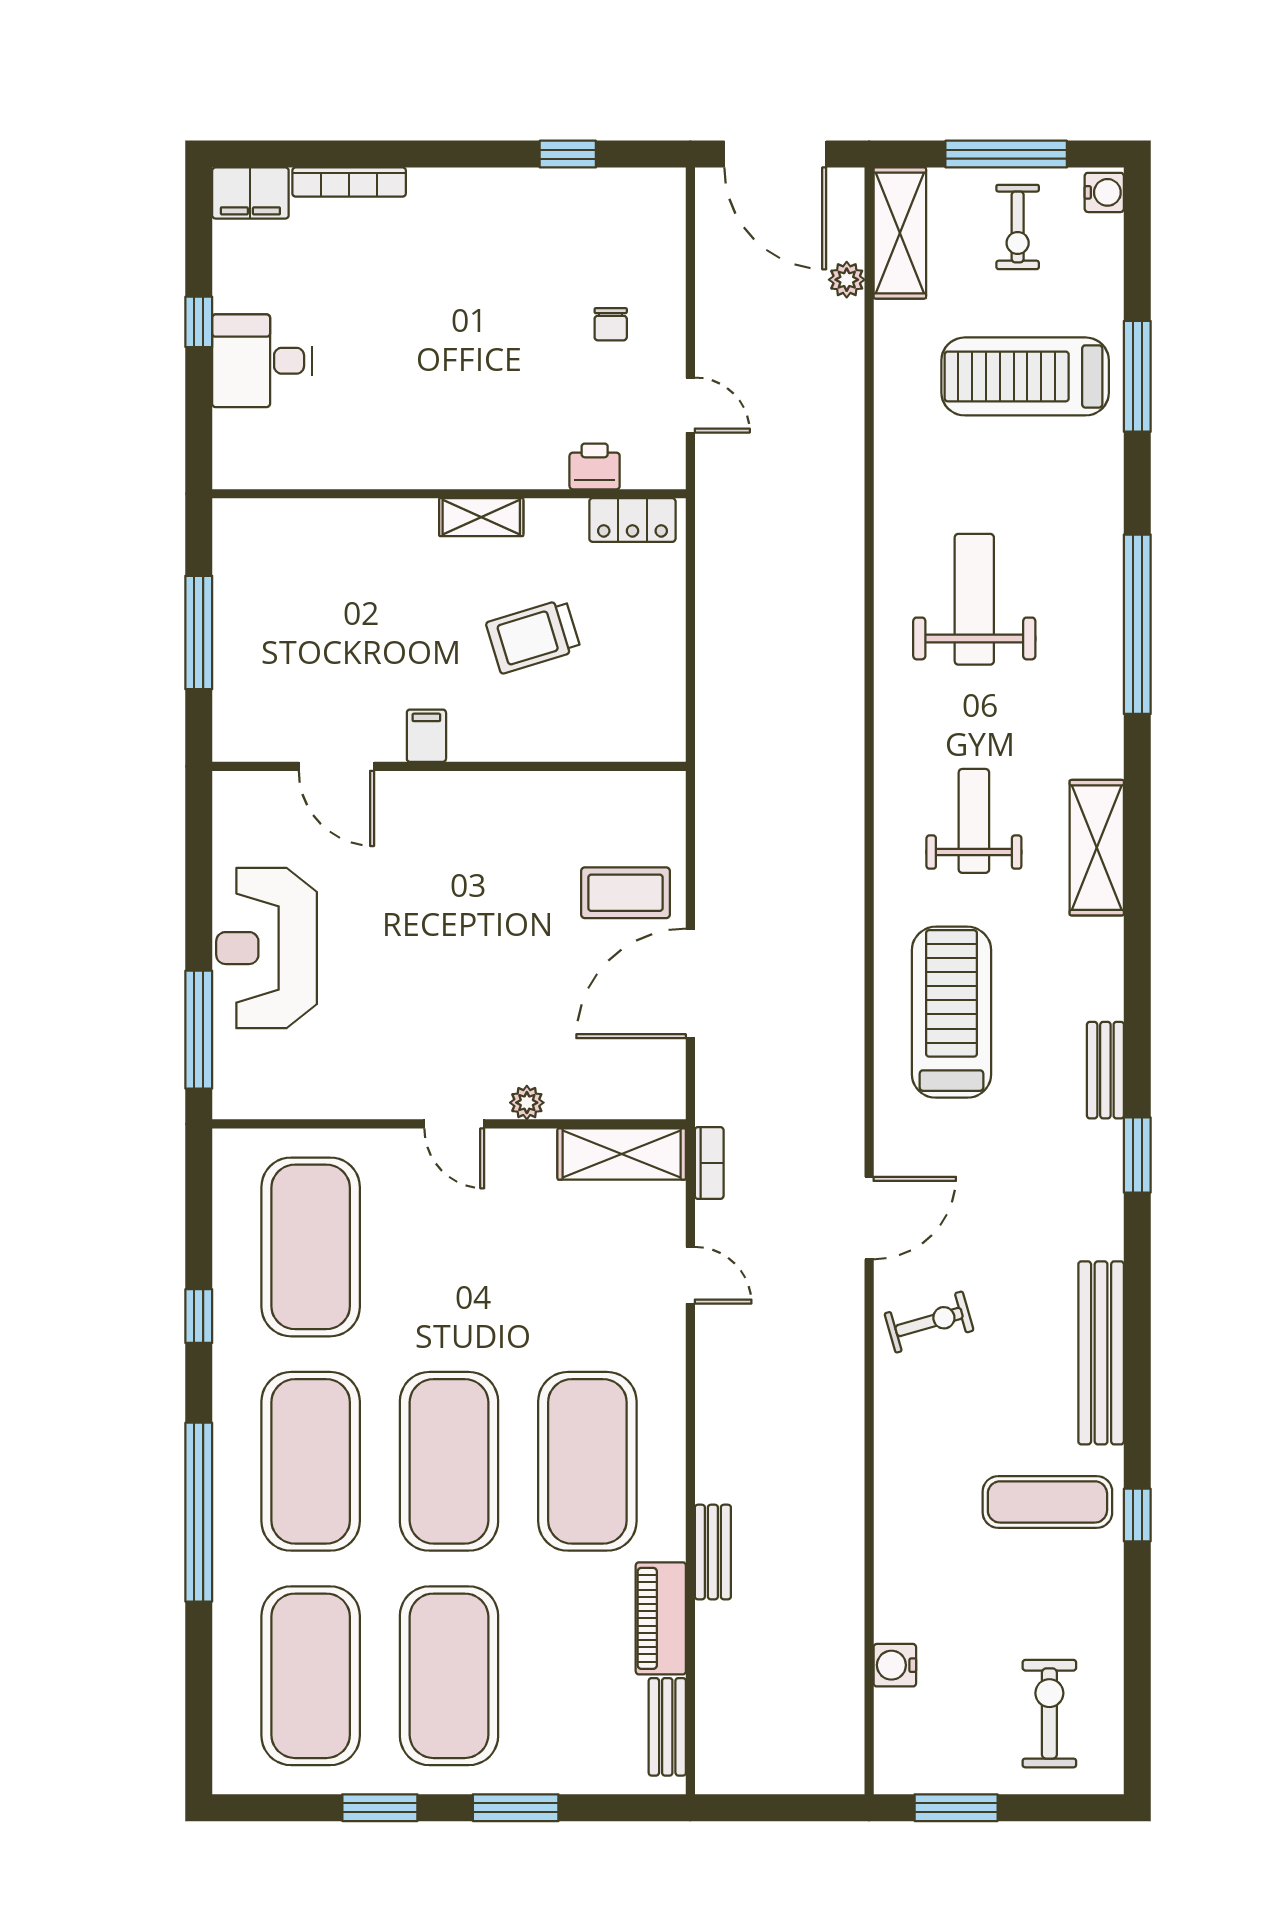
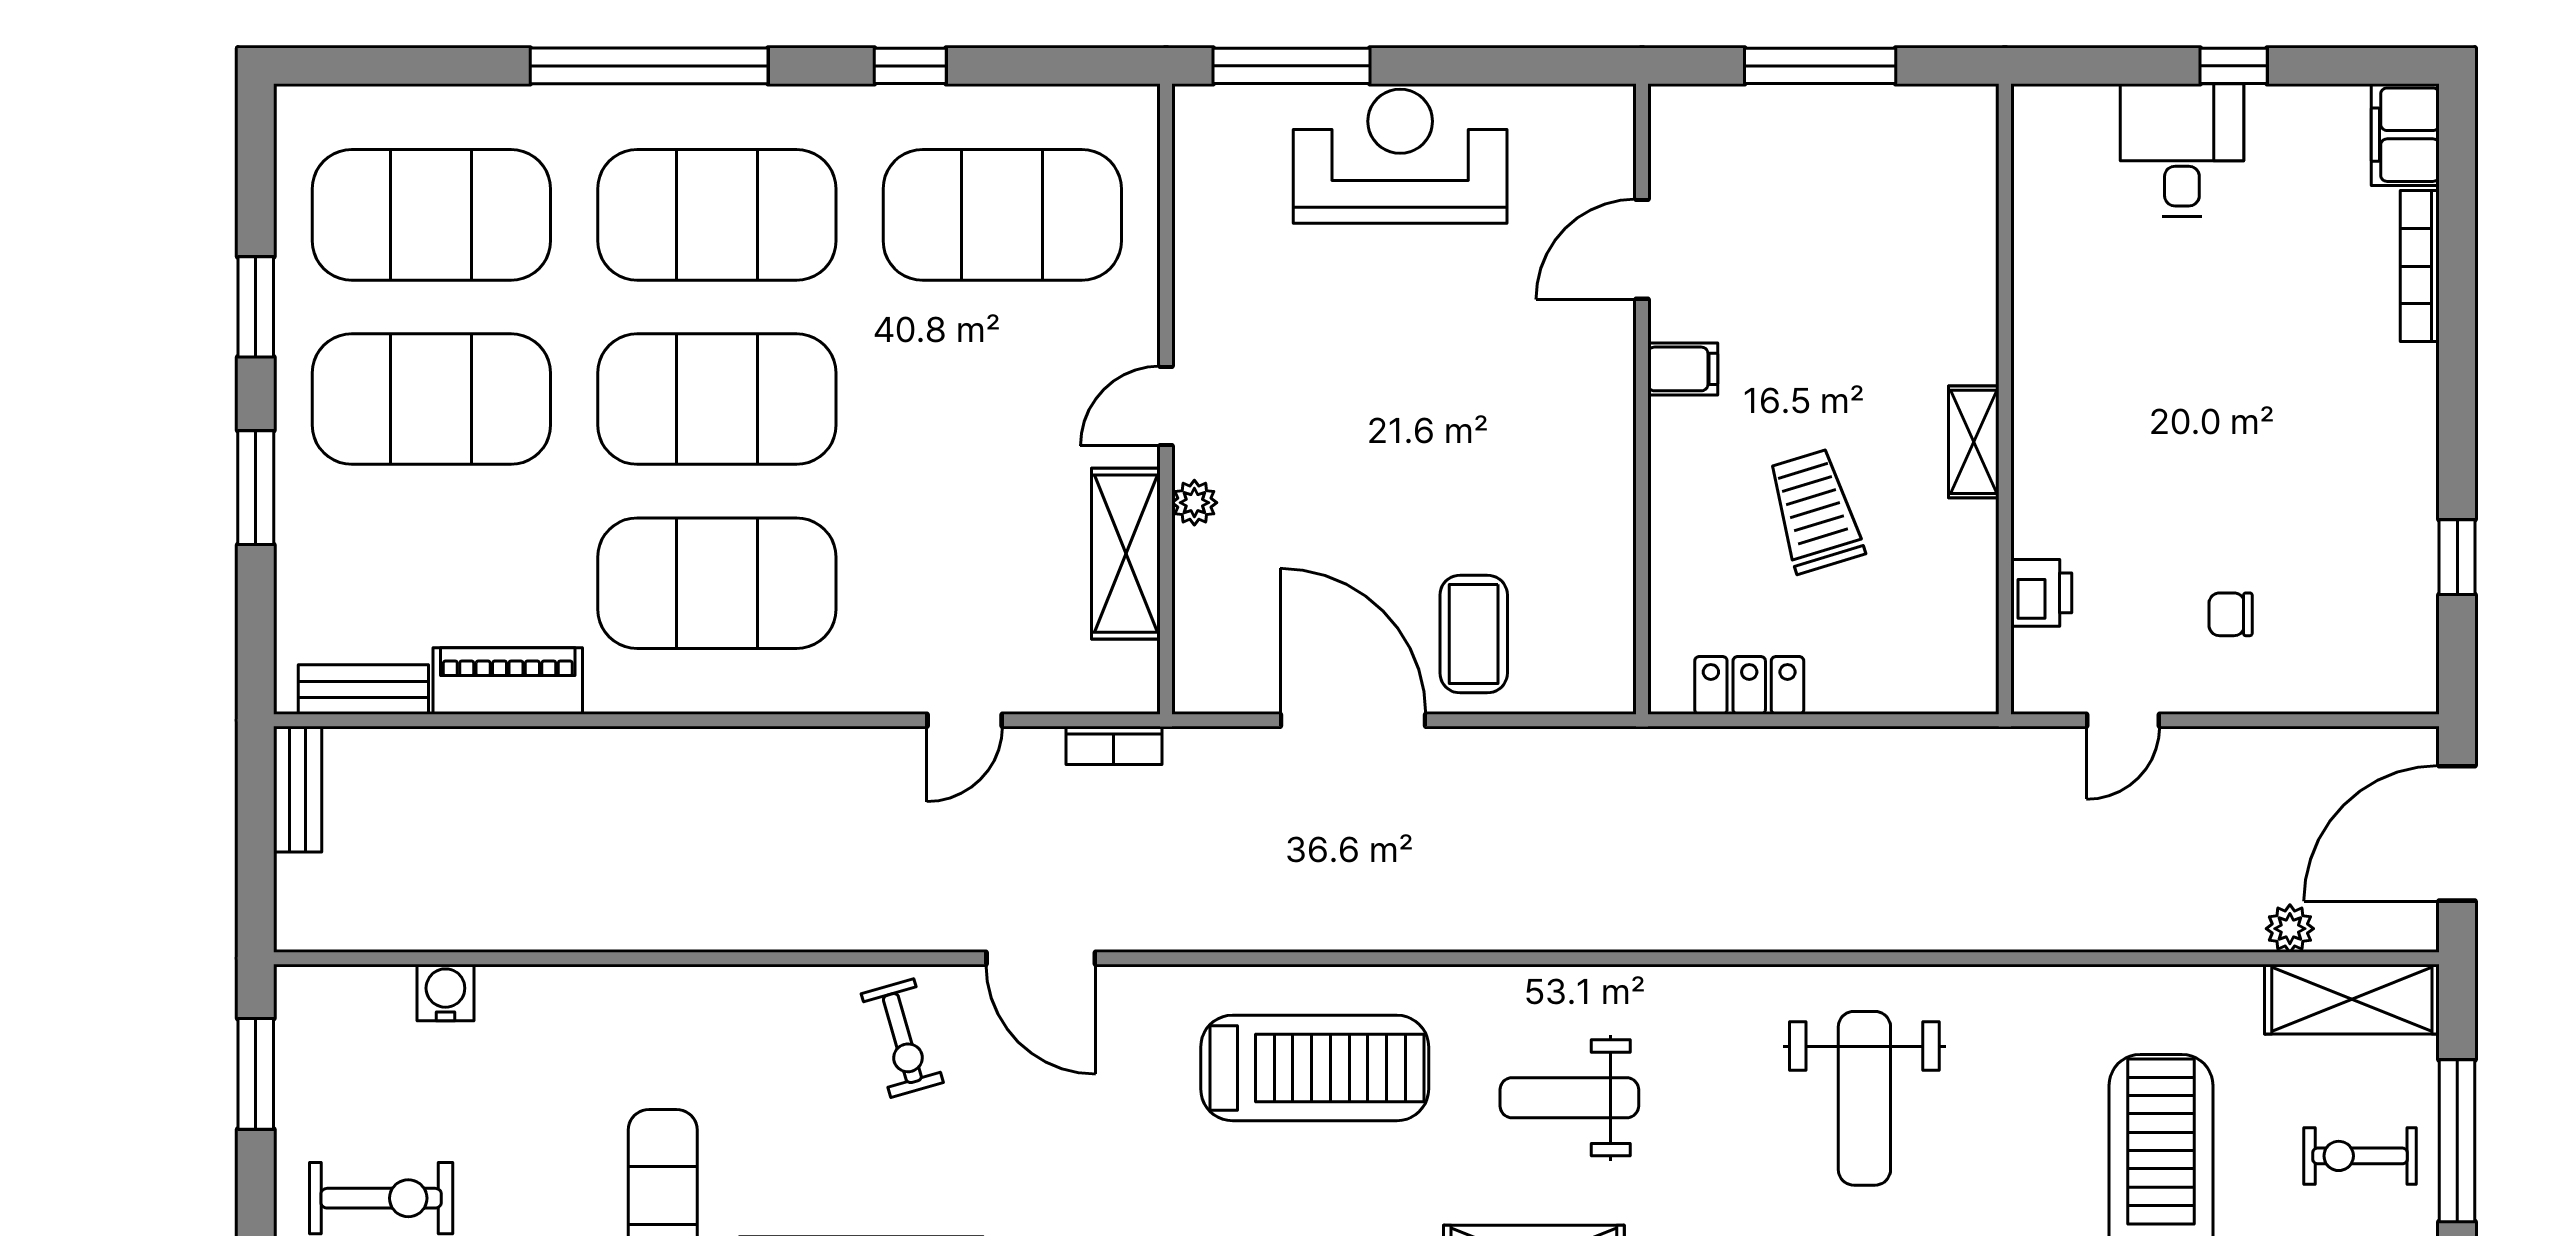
locker: (632, 520) -> (1749, 685), moved, turned 90
weight bench: (974, 599) -> (1864, 1098), turned 90
weight bench: (974, 821) -> (1569, 1098), turned 180
shelving: (622, 1154) -> (1126, 554), moved
bench: (713, 1552) -> (298, 789), moved, turned 90

